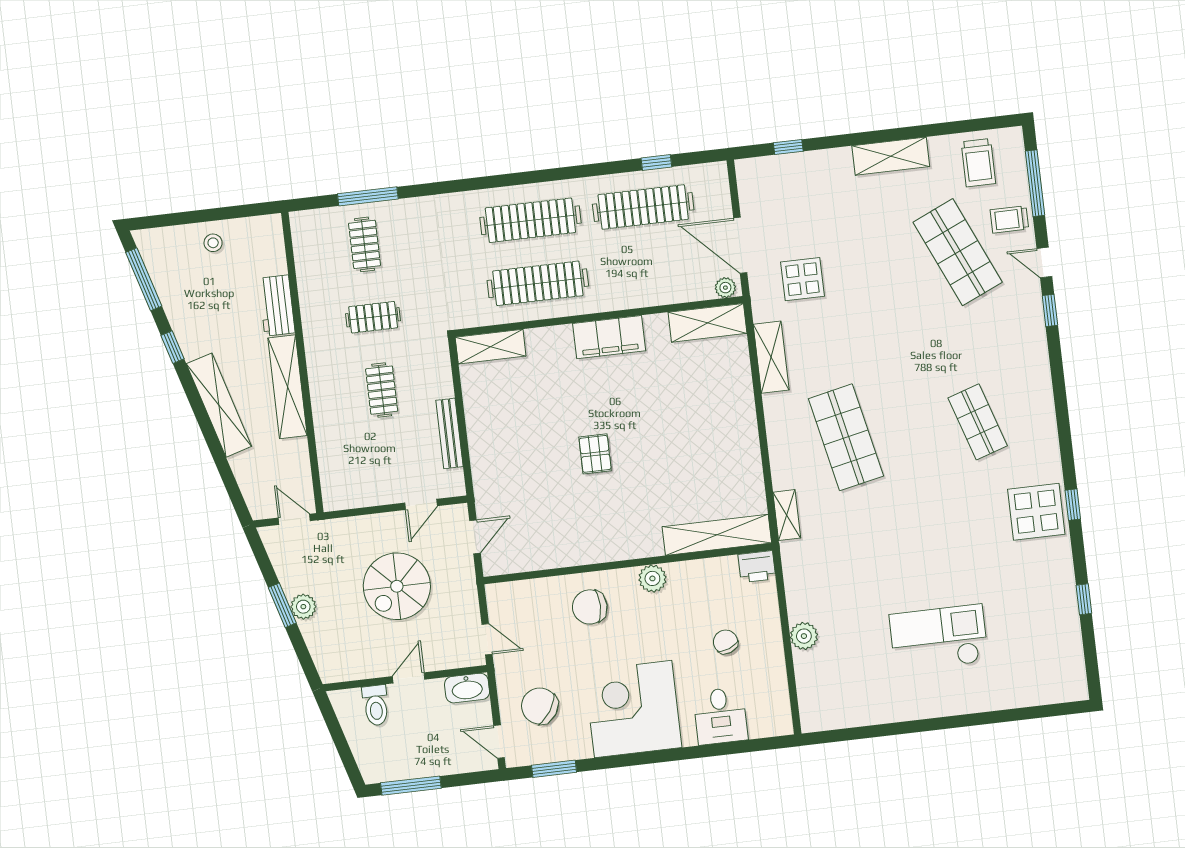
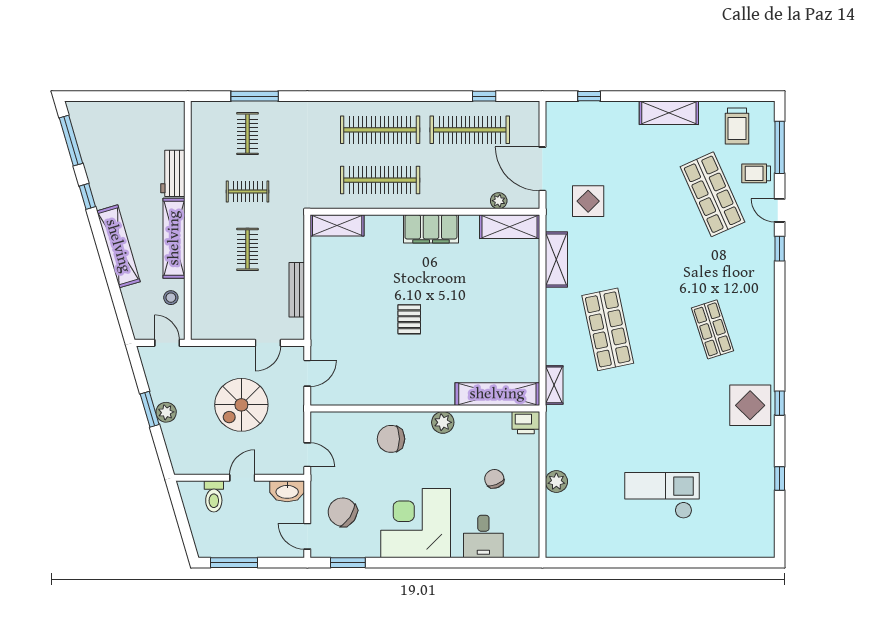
stool: (213, 243) -> (171, 298), moved
plant: (725, 288) -> (499, 201), moved

